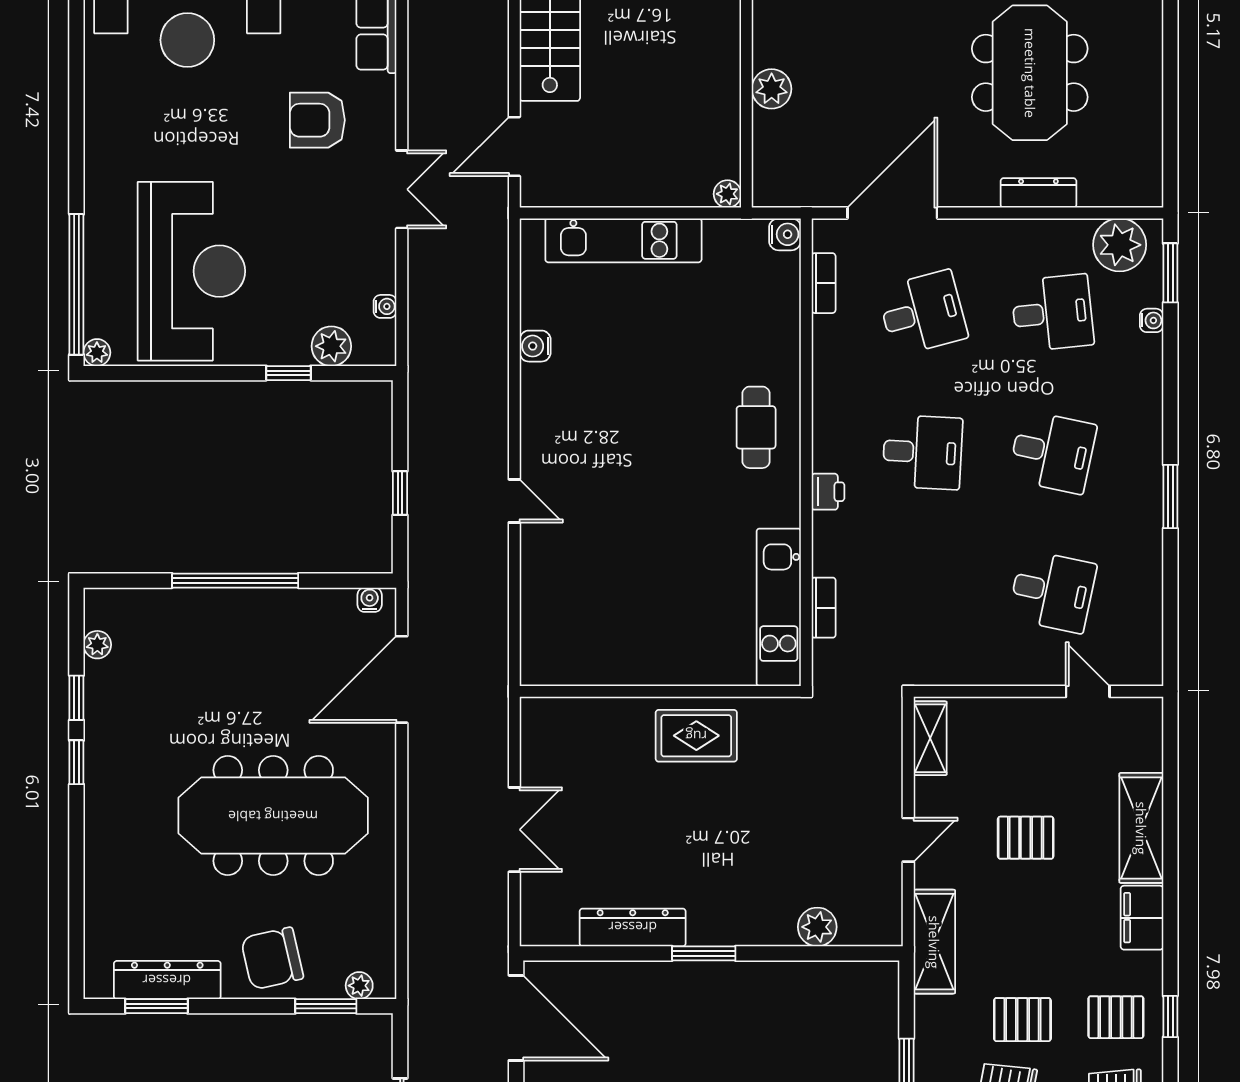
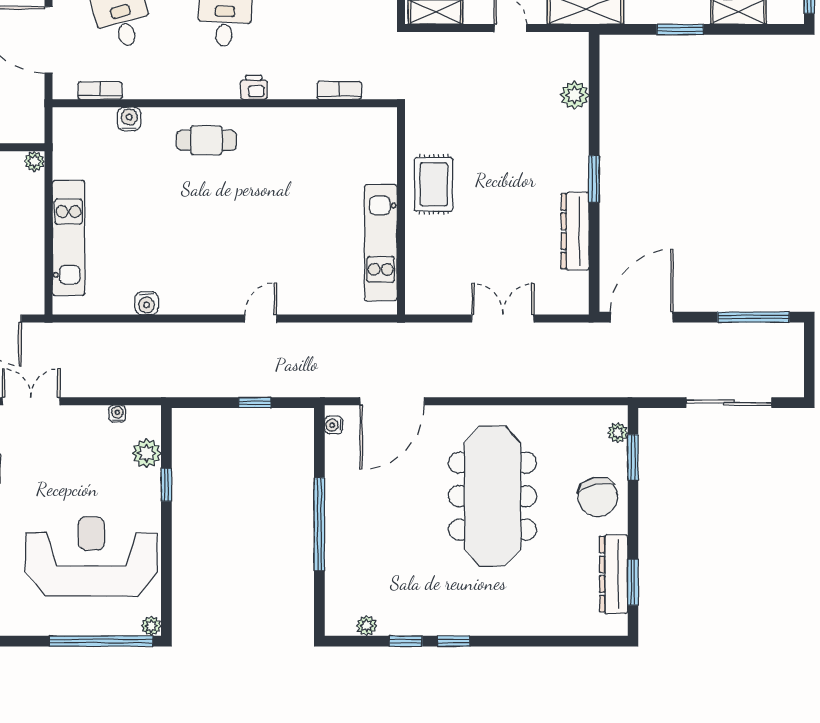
water cooler: (785, 234) -> (129, 119), moved
kitchen unit: (779, 607) -> (381, 243), moved, turned 90
door: (402, 679) -> (392, 401), hinge flipped

